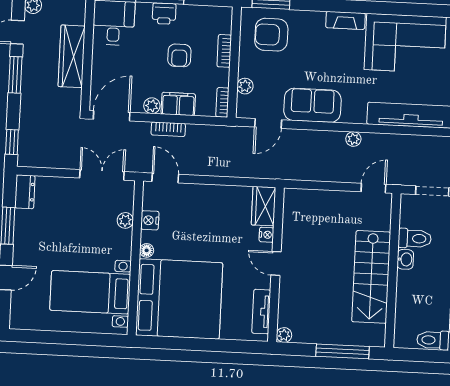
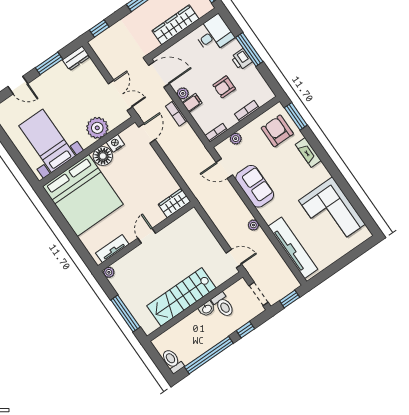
fireplace: (345, 20) -> (308, 152), moved
filing cabinet: (178, 104) -> (192, 103), width x0.50
plant: (125, 220) -> (97, 128), width x1.88, depth x1.88
nightstand: (266, 235) -> (159, 217), removed
floor lamp: (147, 250) -> (103, 156), width x1.89, depth x1.89

